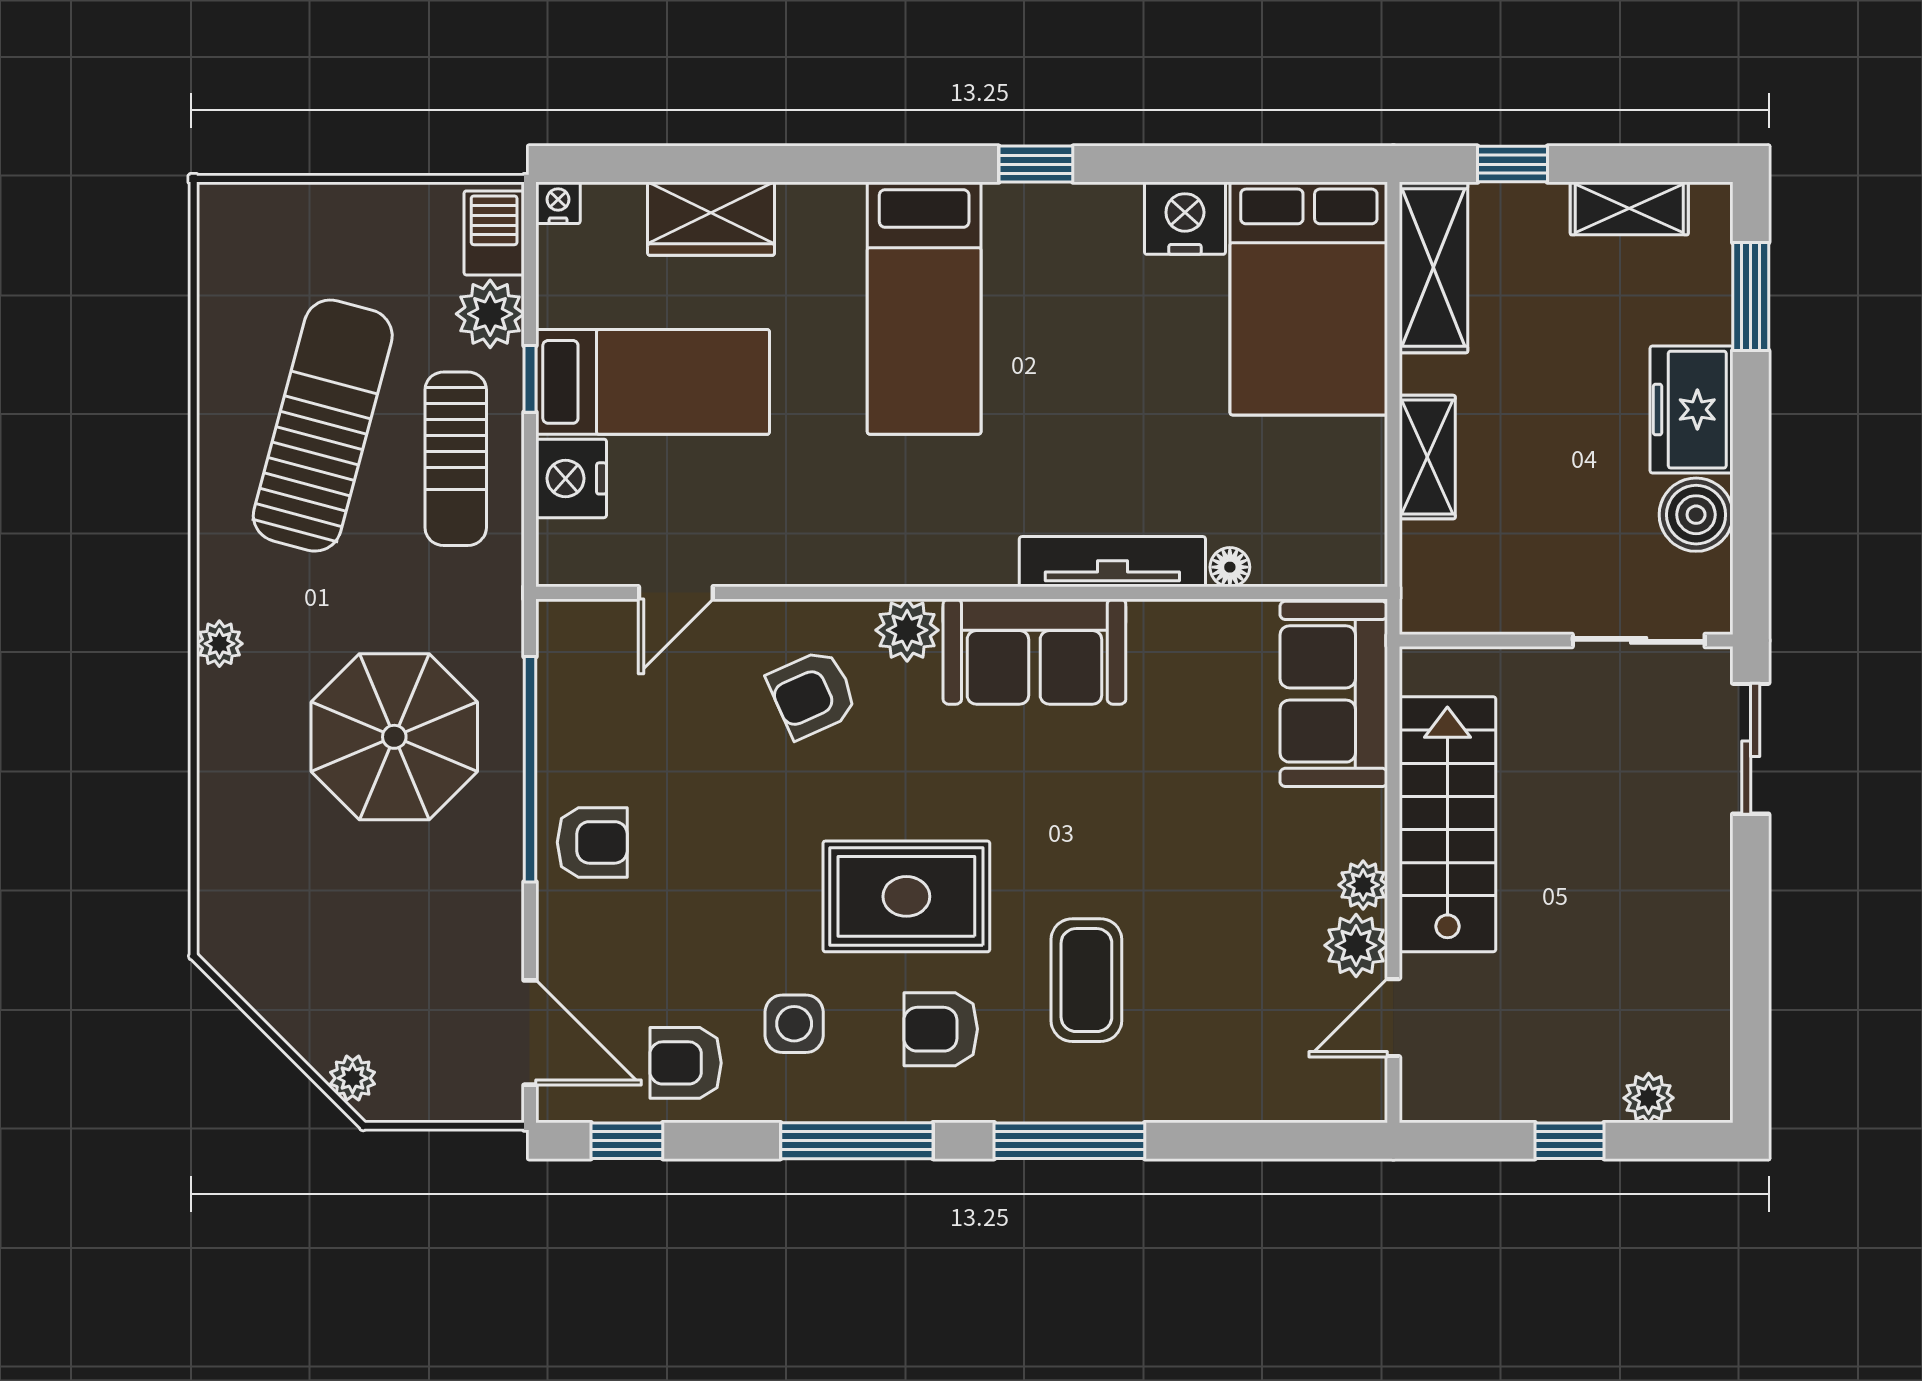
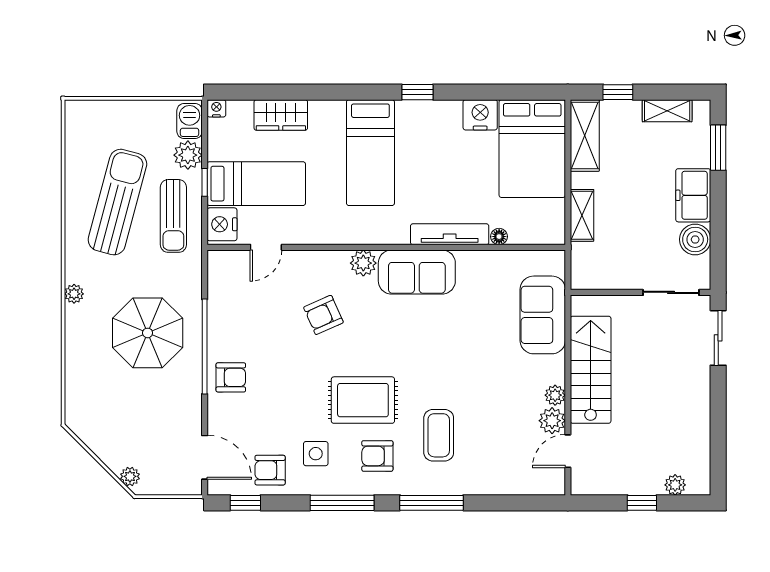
tv unit: (1112, 562) -> (450, 234), moved
floor lamp: (1230, 567) -> (499, 237), moved
door: (676, 593) -> (266, 247), moved
wall: (962, 593) -> (386, 247), moved
plant: (907, 630) -> (363, 263), moved
sofa: (1034, 652) -> (417, 272), moved

